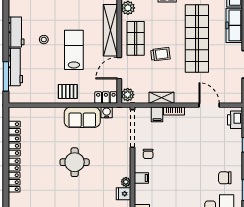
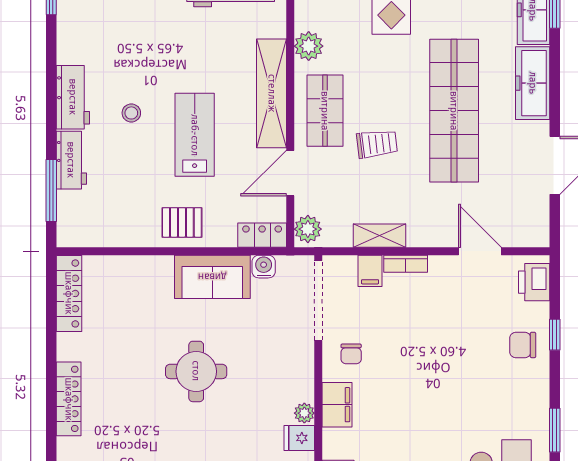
workbench: (15, 67) -> (71, 160), width x0.73
locker: (14, 139) -> (69, 293), moved
filing cabinet: (141, 178) -> (337, 405), width x2.00
chair: (225, 178) -> (523, 345), moved

